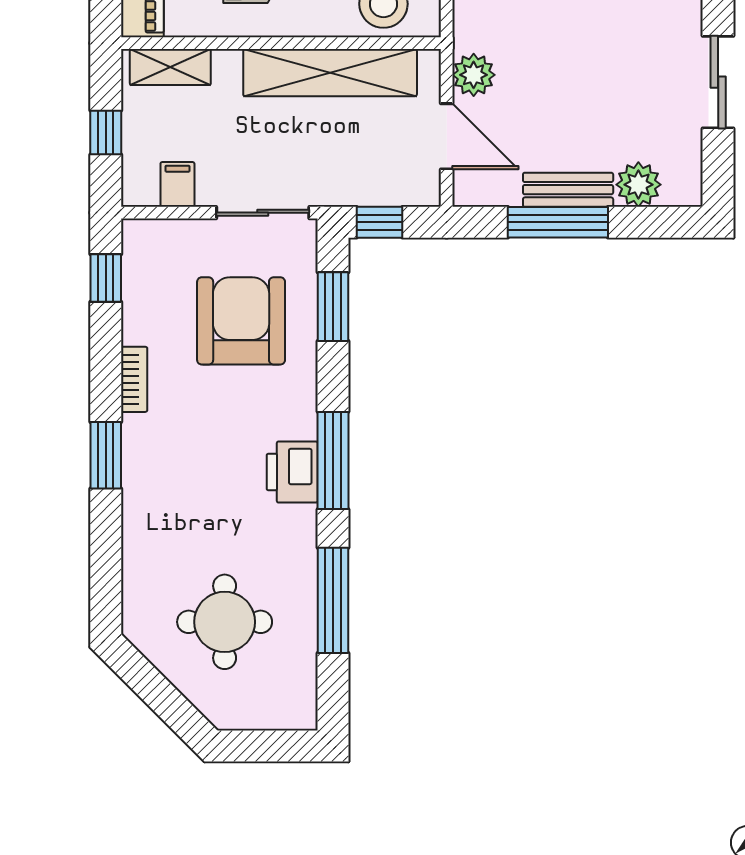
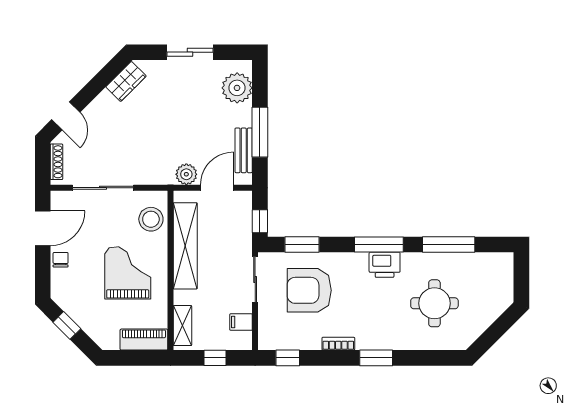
plant: (638, 185) -> (237, 88), width x1.36, depth x1.36
bench: (568, 190) -> (244, 150), moved
round table: (225, 622) -> (434, 303), moved

